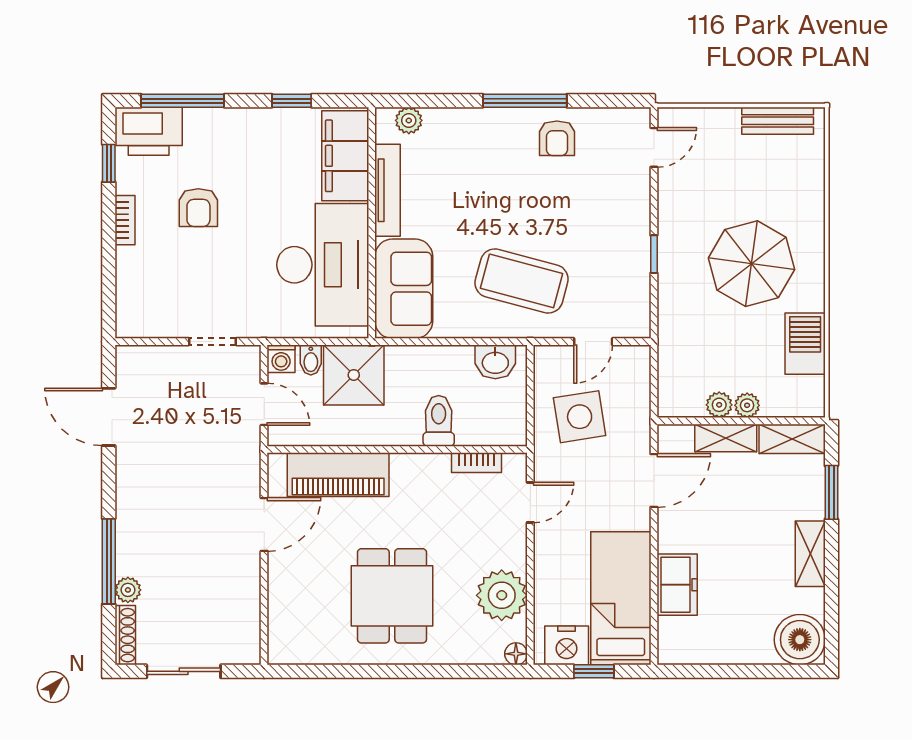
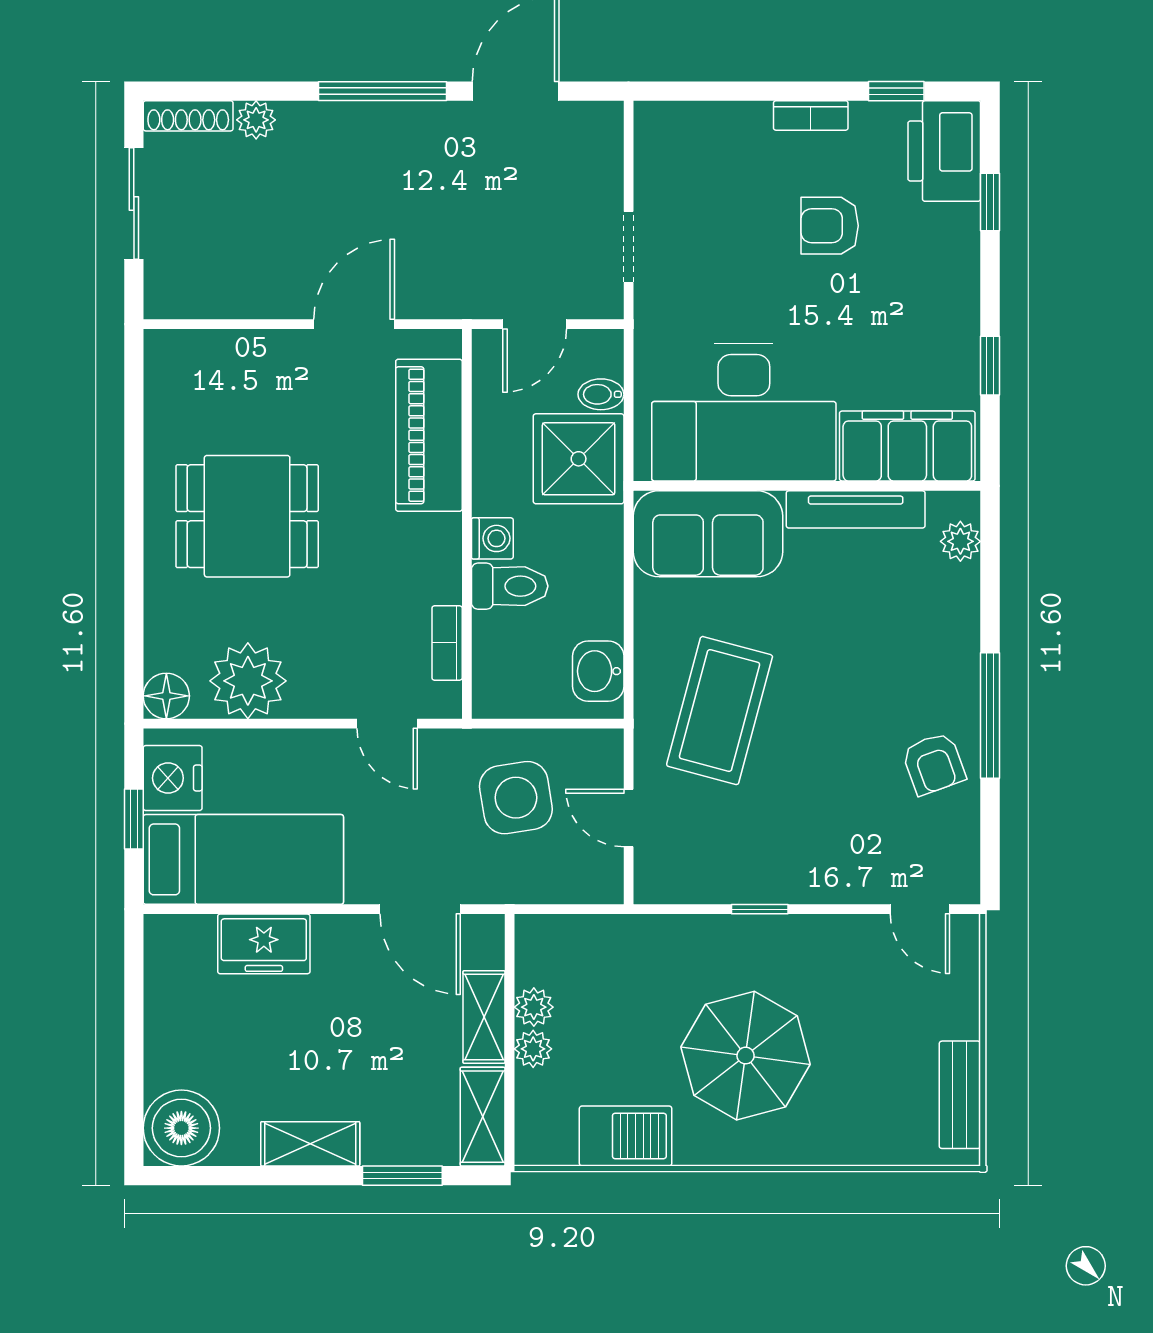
window: (183, 101) -> (990, 202), width x0.46
armchair: (557, 138) -> (934, 764), turned -110
washing machine: (281, 359) -> (492, 538), moved, turned 180
door: (264, 525) -> (354, 324), swing flipped
window: (109, 561) -> (382, 91), moved
floor lamp: (516, 654) -> (166, 696), width x1.37, depth x1.37

